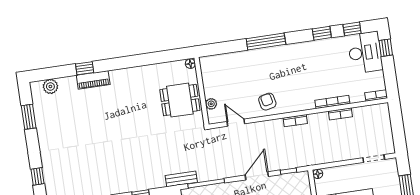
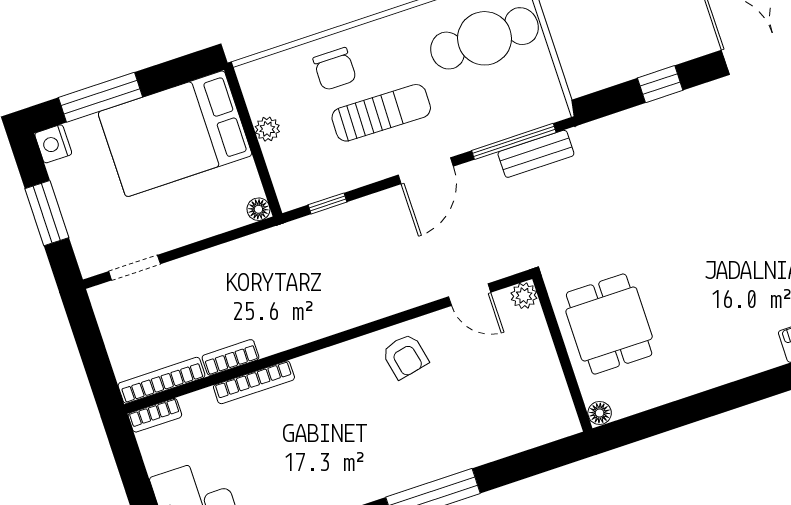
dining table: (180, 100) -> (609, 324), turned 90
plant: (211, 104) -> (524, 296), moved
bookcase: (295, 121) -> (161, 380), moved, width x1.56
door: (257, 176) -> (426, 171), moved
bench: (181, 179) -> (536, 154), moved

